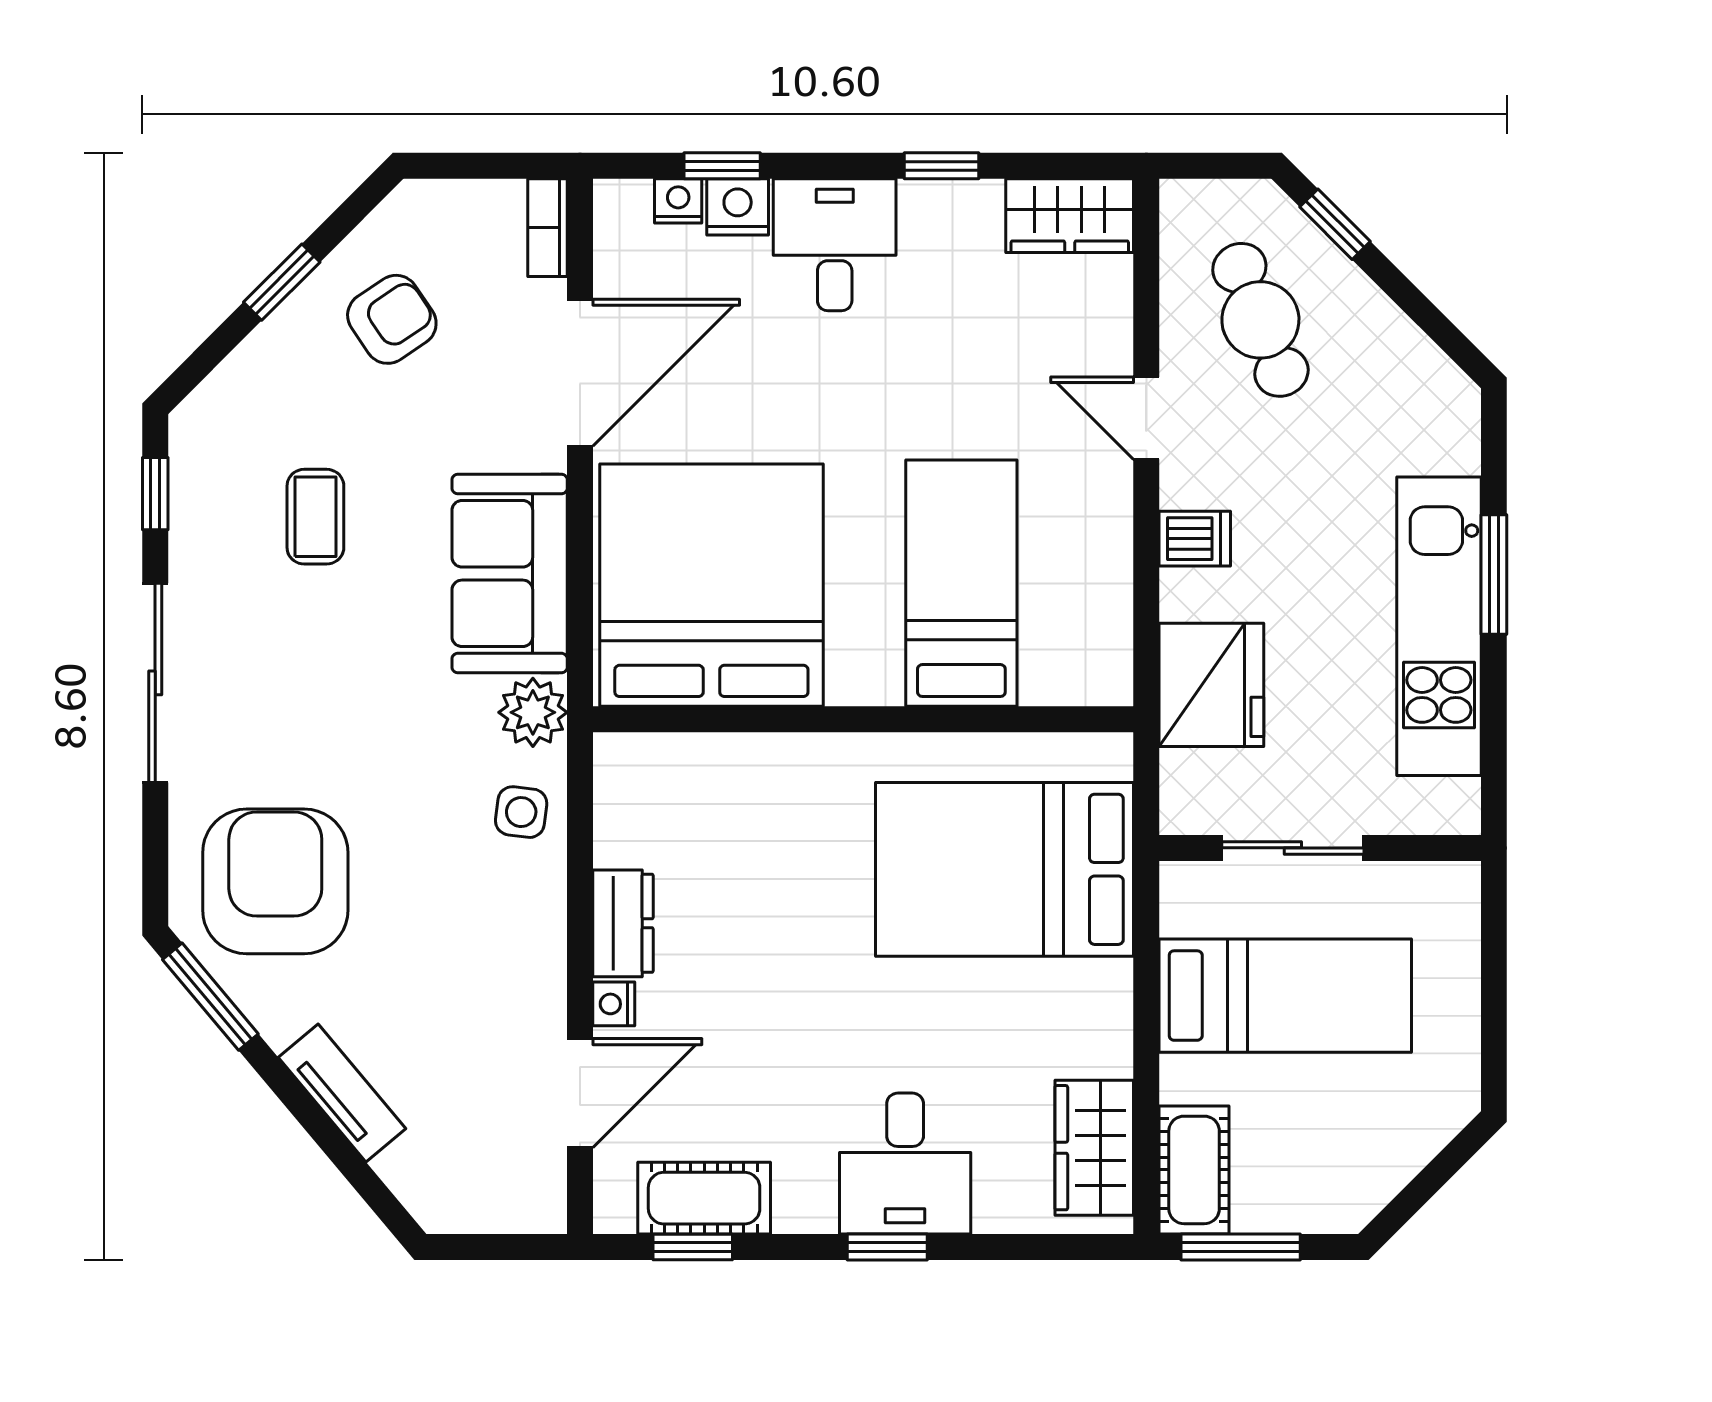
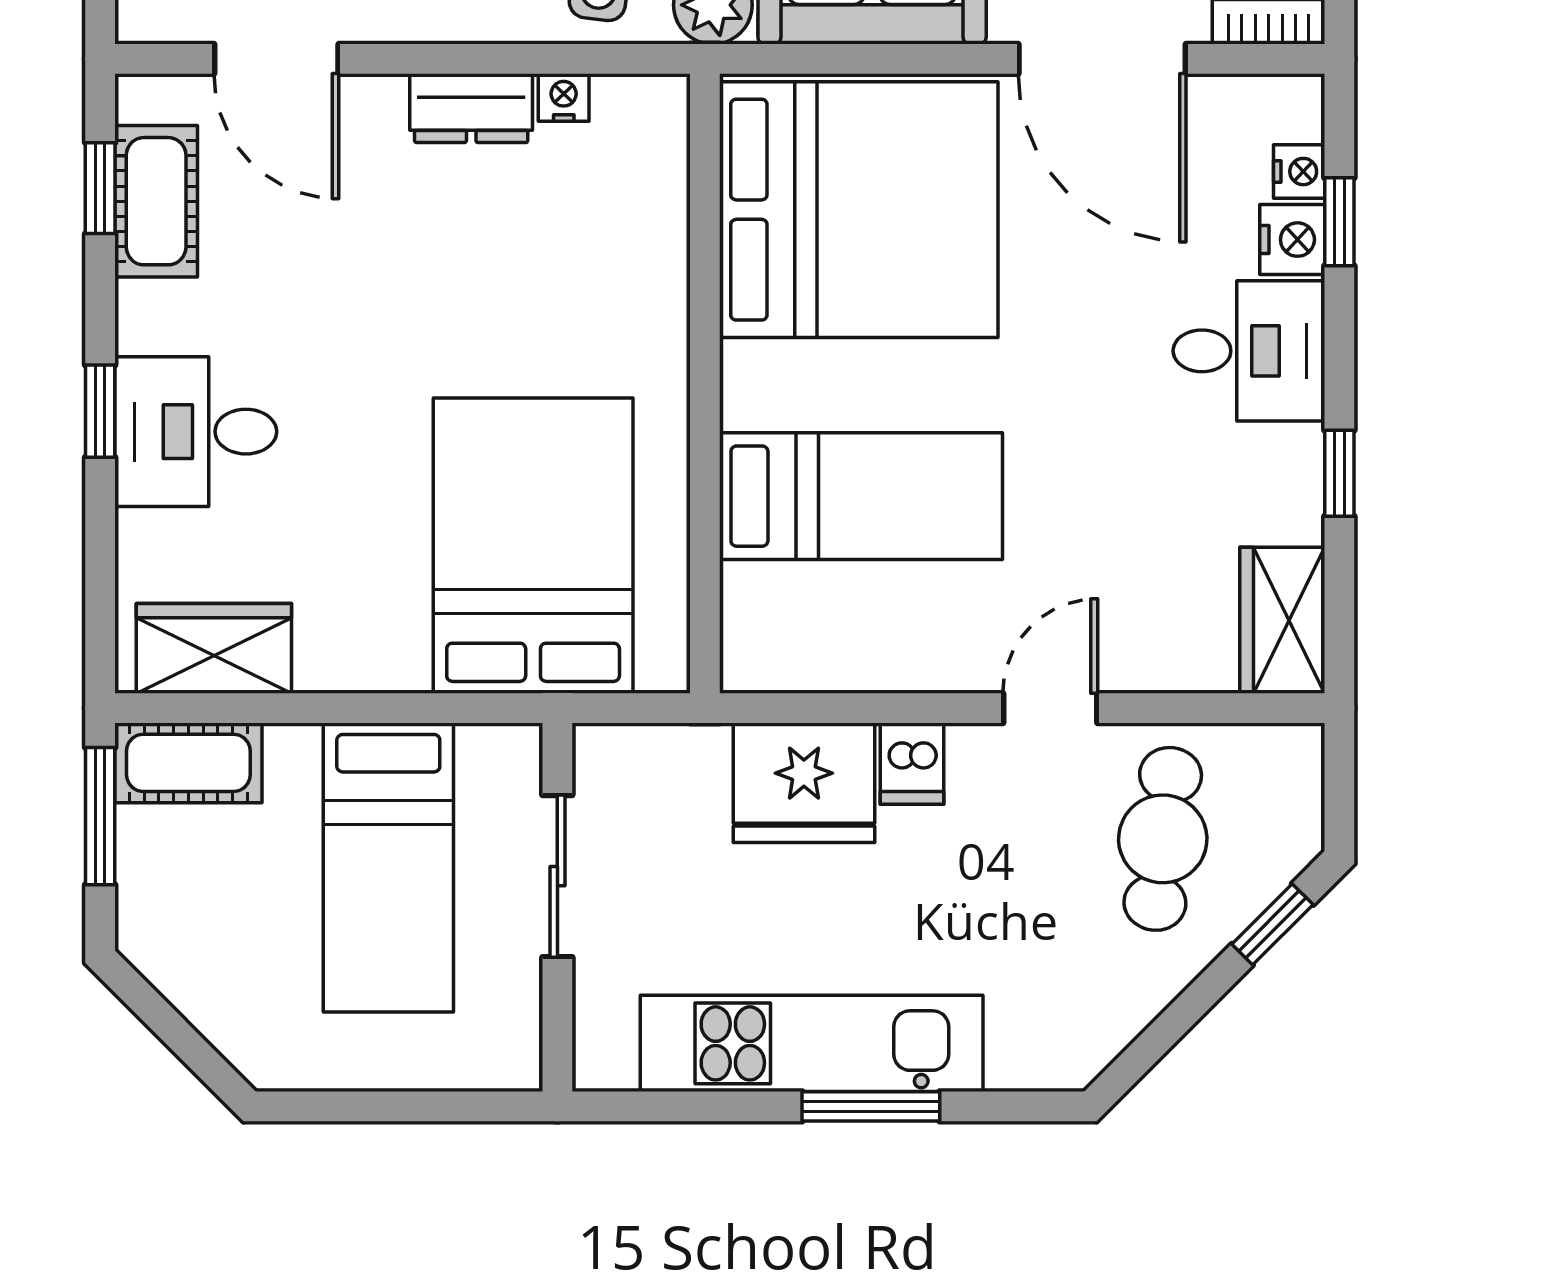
cafe table: (1260, 320) -> (1163, 839), turned -61
fridge: (1211, 685) -> (804, 783), moved
nightstand: (614, 1004) -> (564, 98), moved

